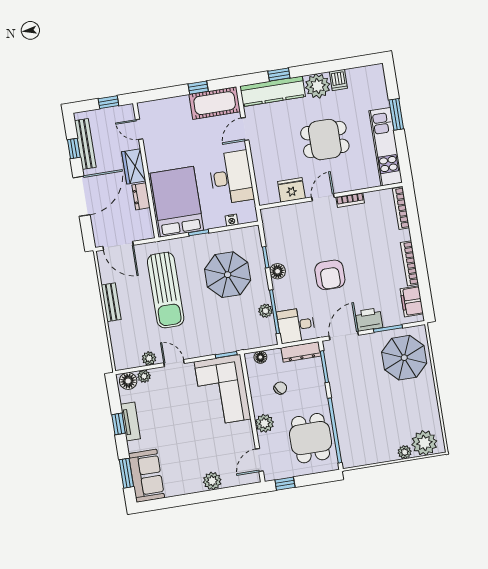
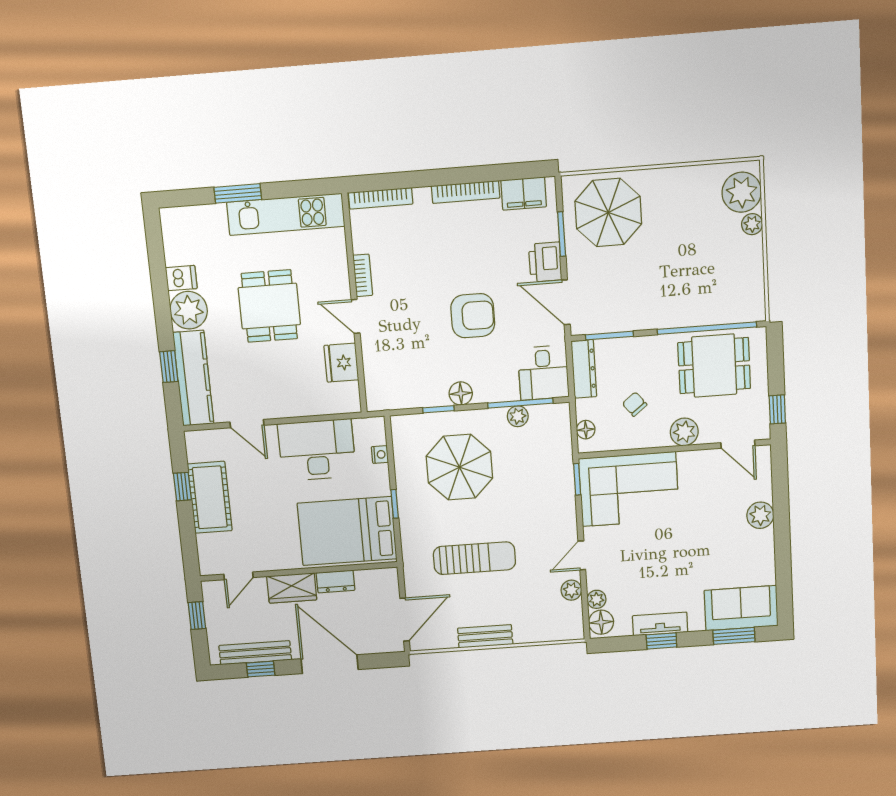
cot: (215, 103) -> (210, 497), moved
sun lounger: (166, 290) -> (474, 558), width x0.73, depth x0.75

